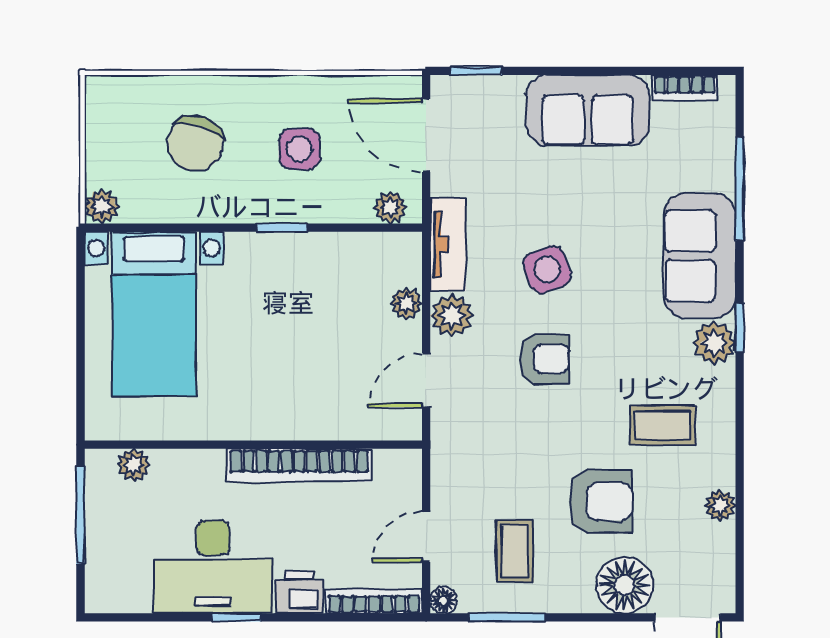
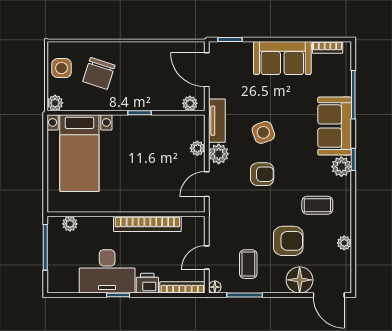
side table: (300, 149) -> (62, 68), moved

